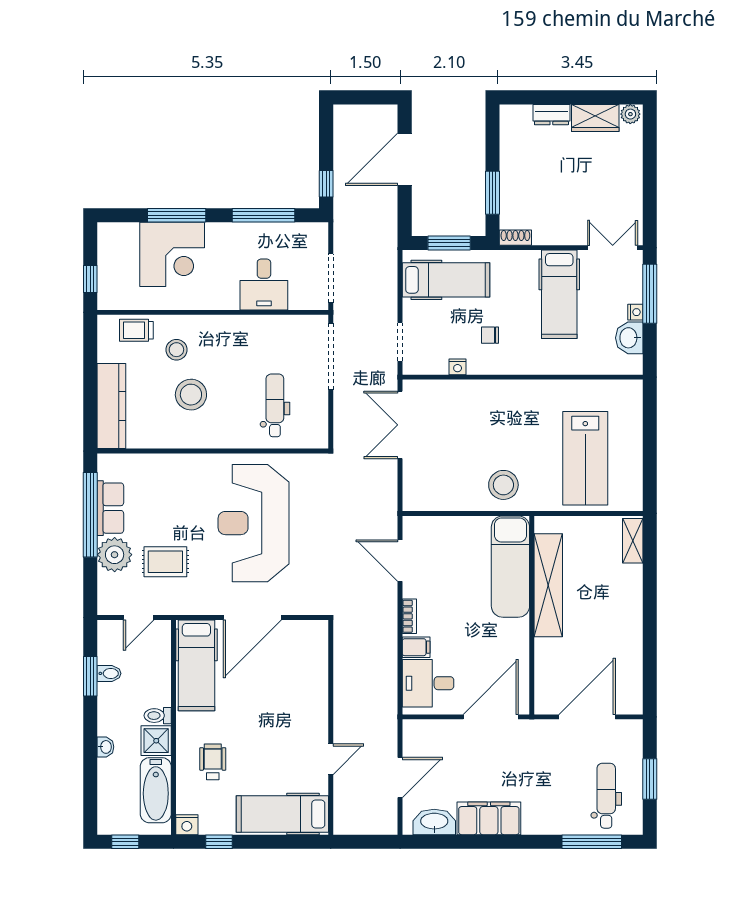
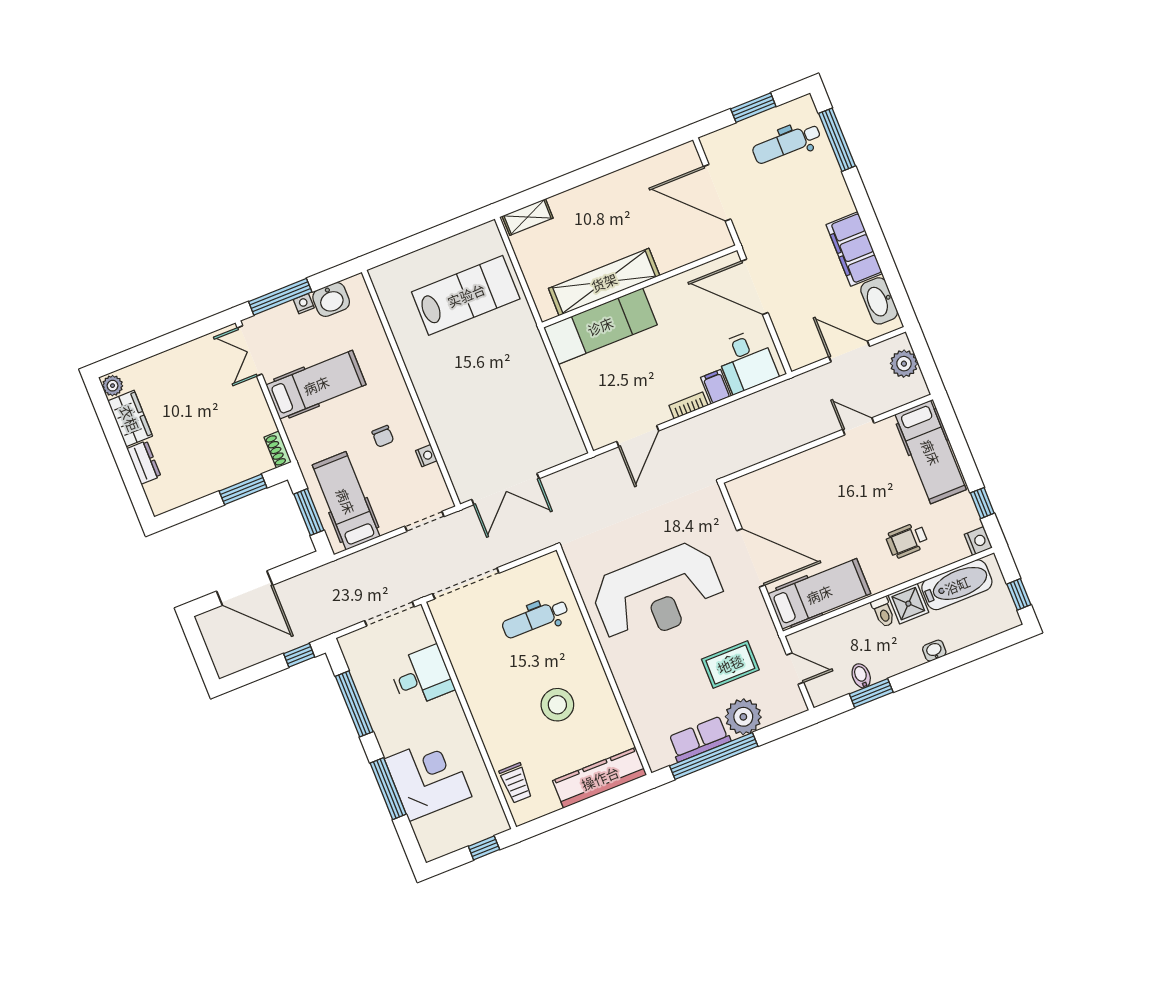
stool: (176, 350) -> (519, 736), removed
stool: (503, 485) -> (524, 365), removed
rug: (165, 562) -> (730, 664), turned 90
plant: (370, 822) -> (904, 364), added

